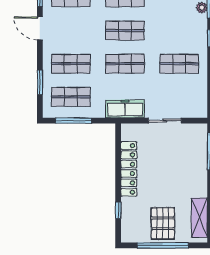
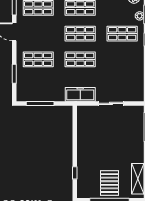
shop shelf: (179, 64) -> (122, 34), moved
shop shelf: (71, 97) -> (38, 85), removed
locker: (129, 169) -> (83, 141), removed

